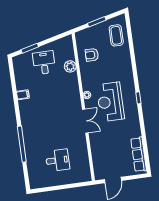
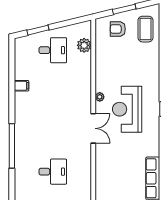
armchair: (92, 55) -> (118, 29), moved
desk: (44, 63) -> (53, 50), turned 90
plant: (70, 66) -> (84, 45), moved

